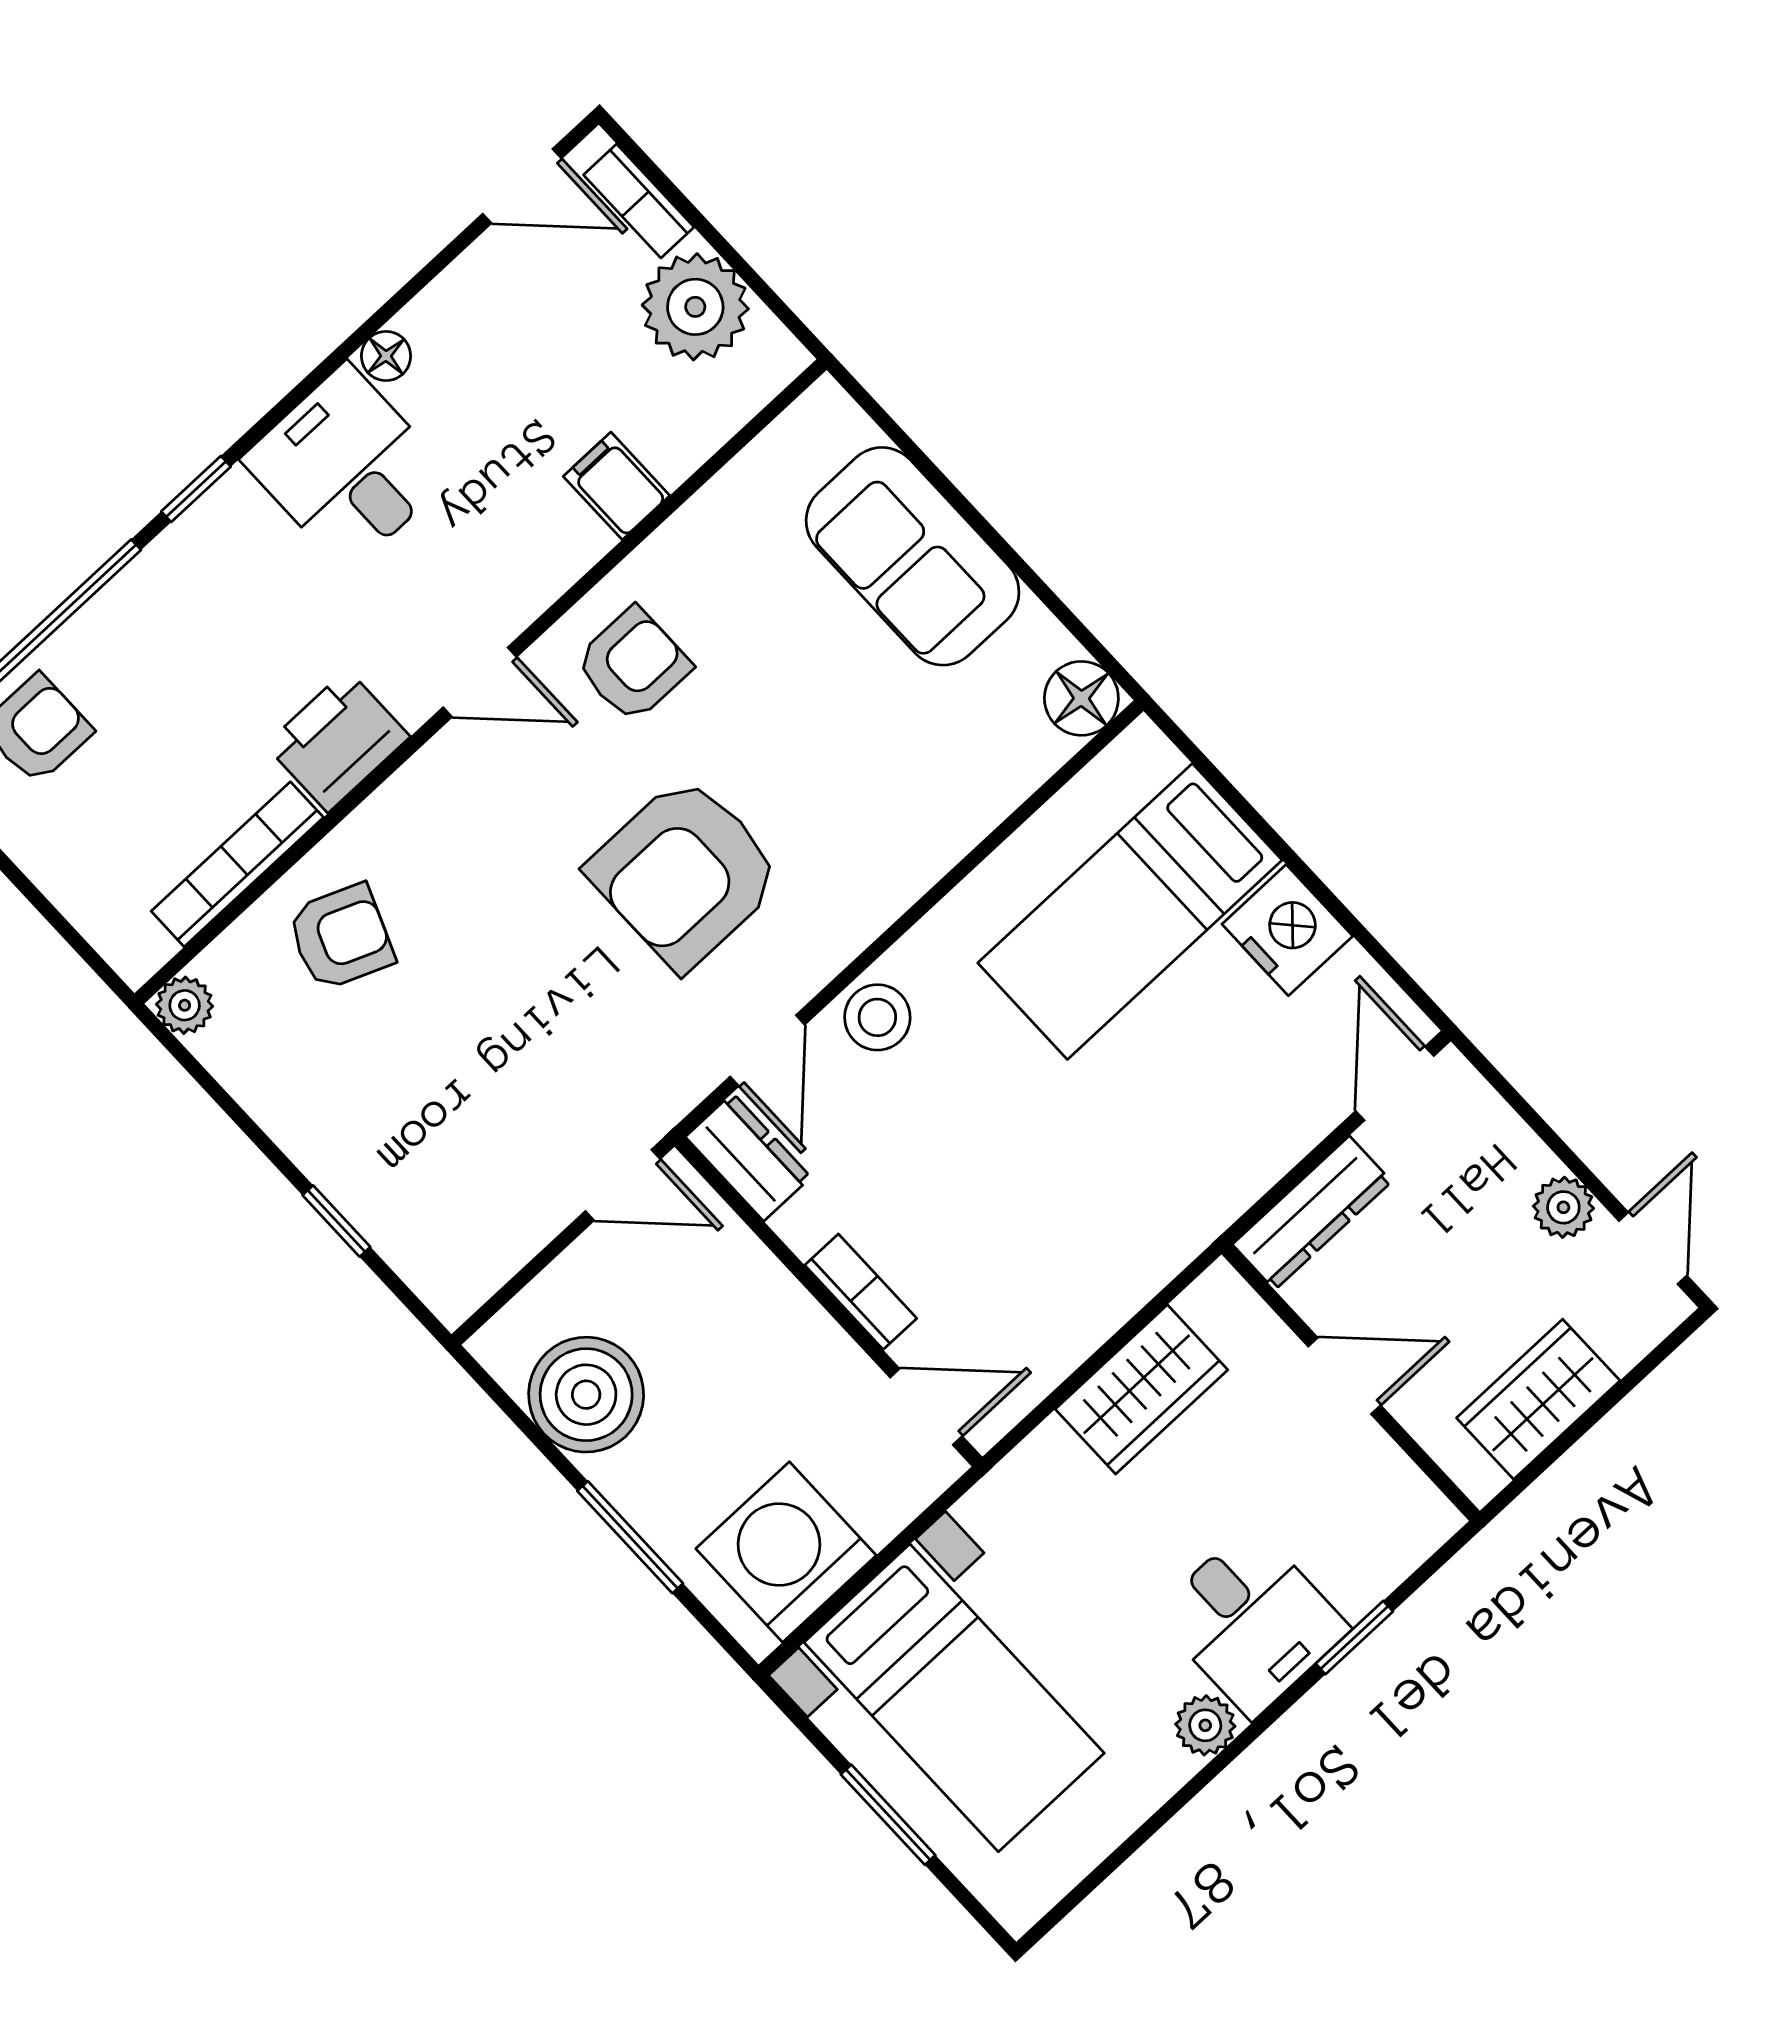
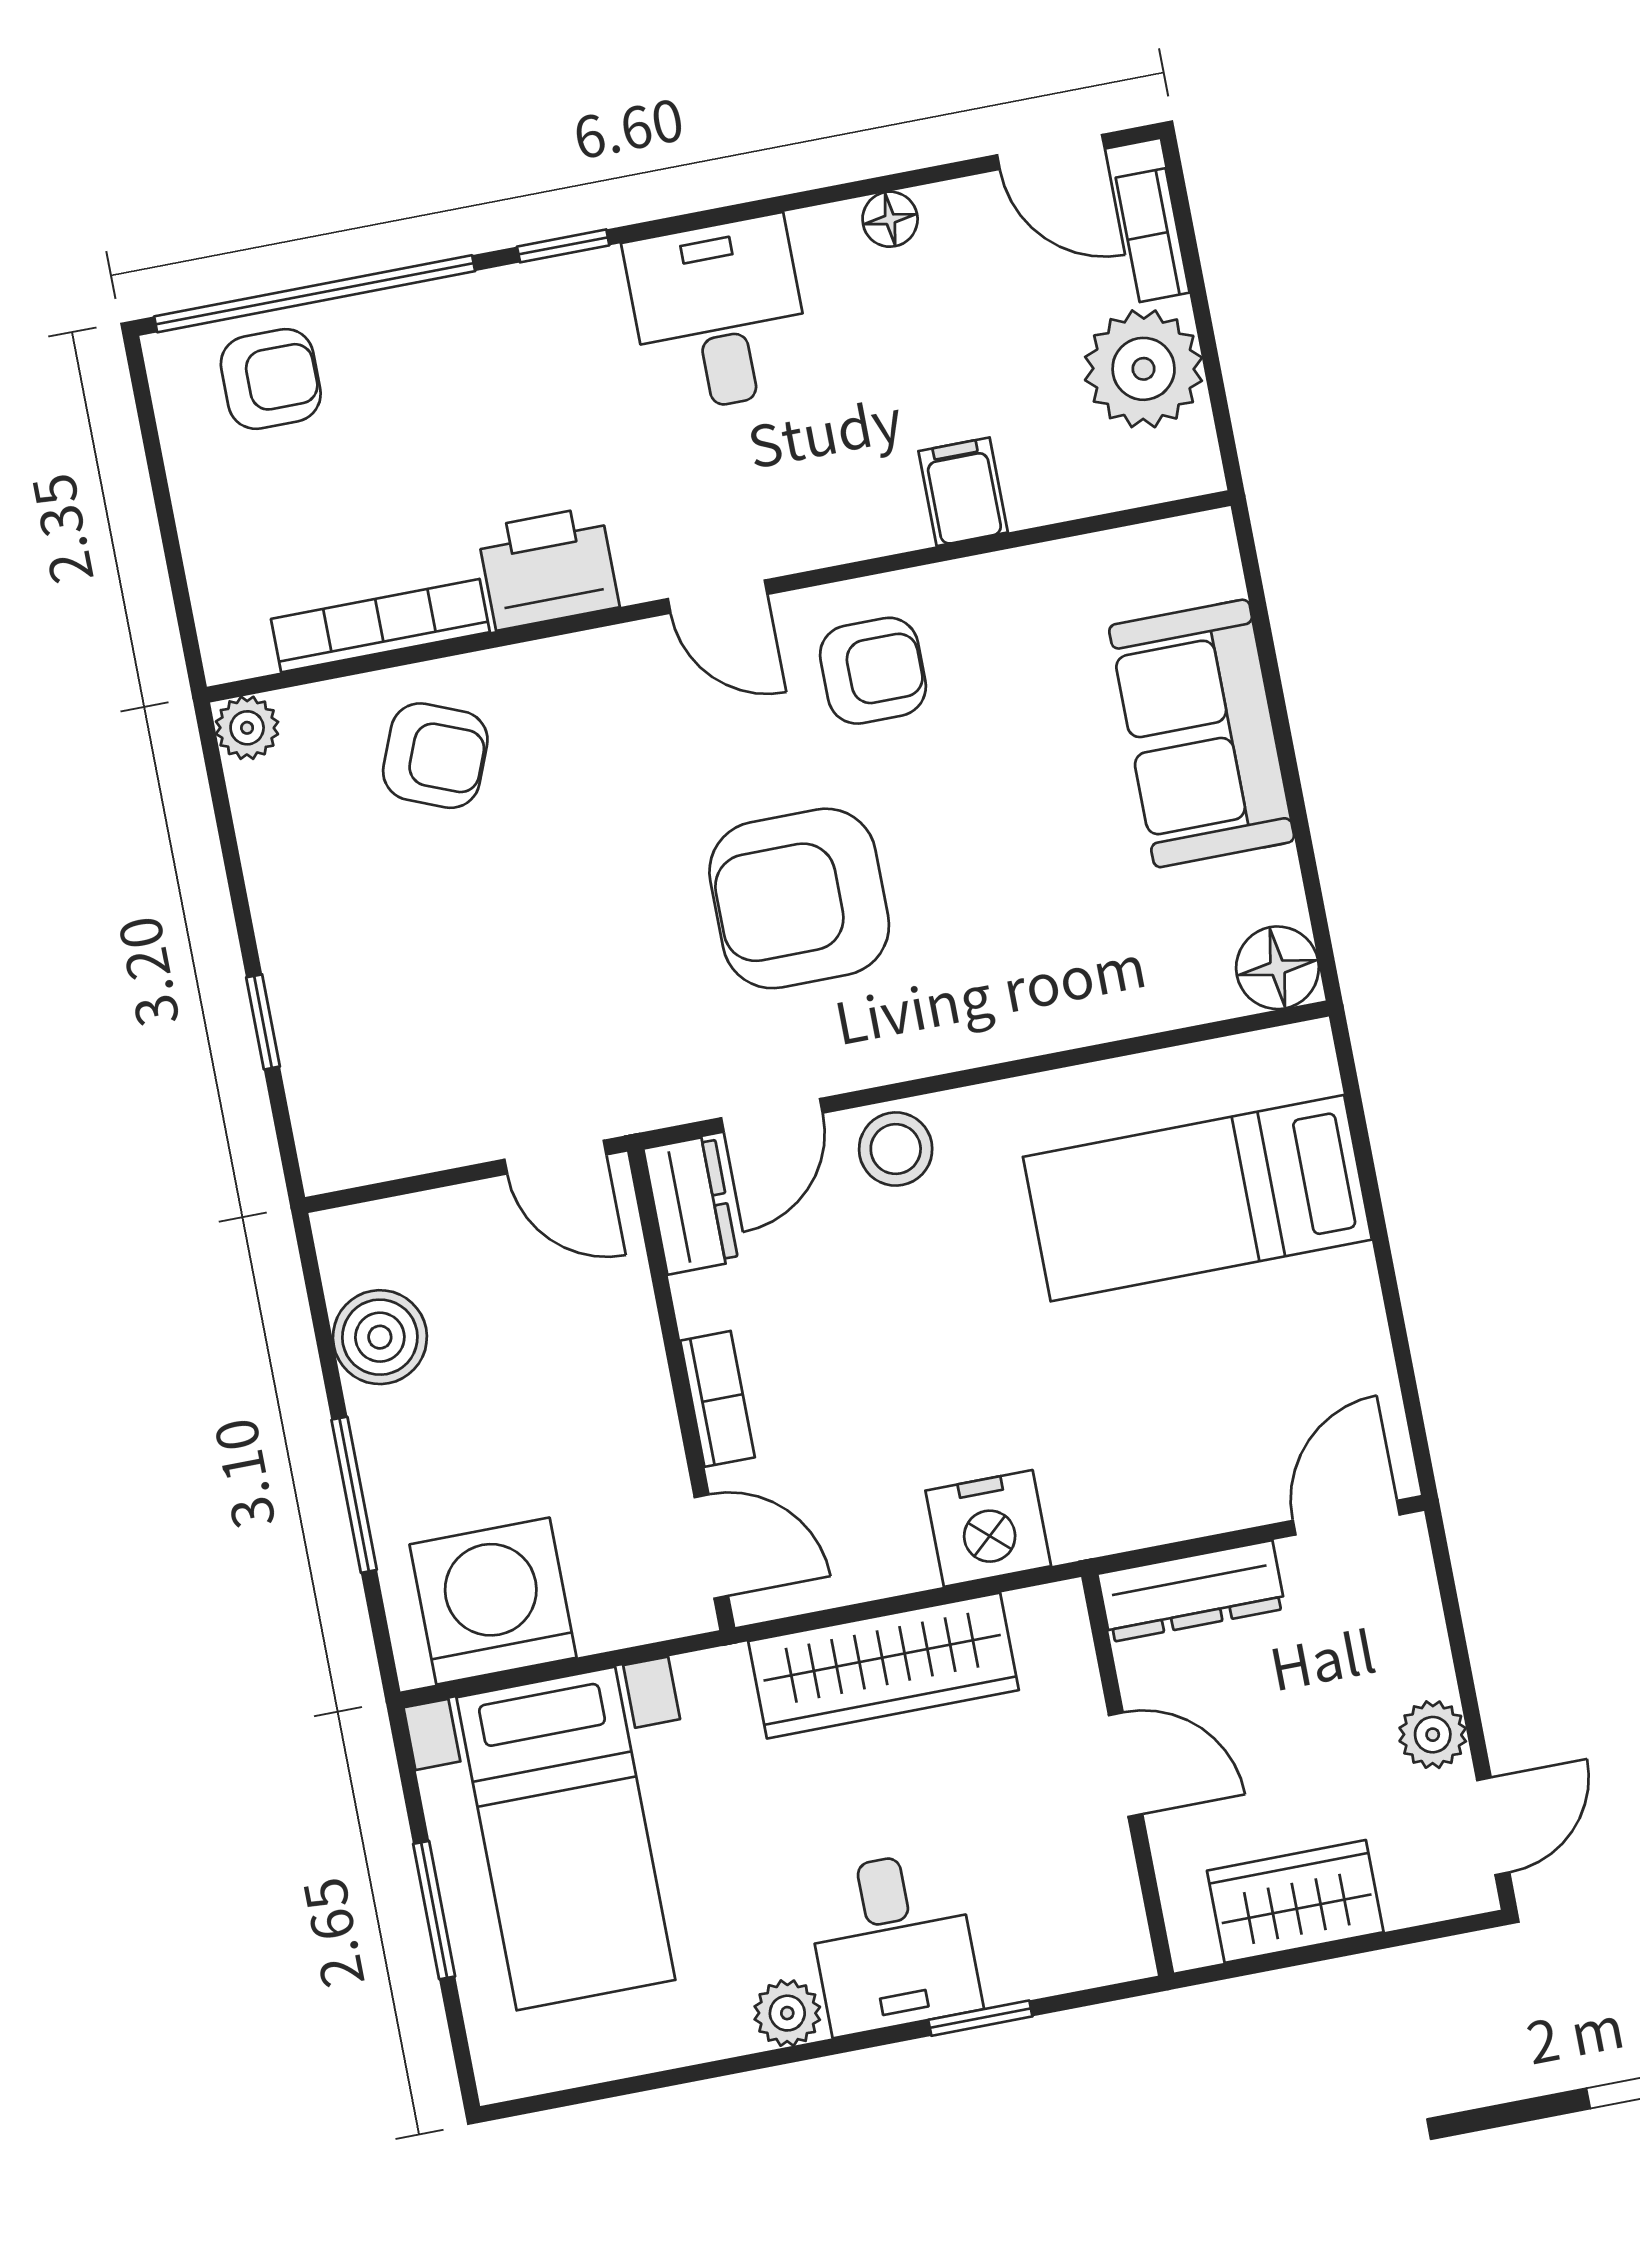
floor lamp: (386, 356) -> (890, 219), moved
nightstand: (1287, 930) -> (988, 1528), moved, turned 90
wardrobe: (1141, 1389) -> (884, 1666), width x1.50
boiler: (586, 1395) -> (380, 1337), width x0.73, depth x0.73

